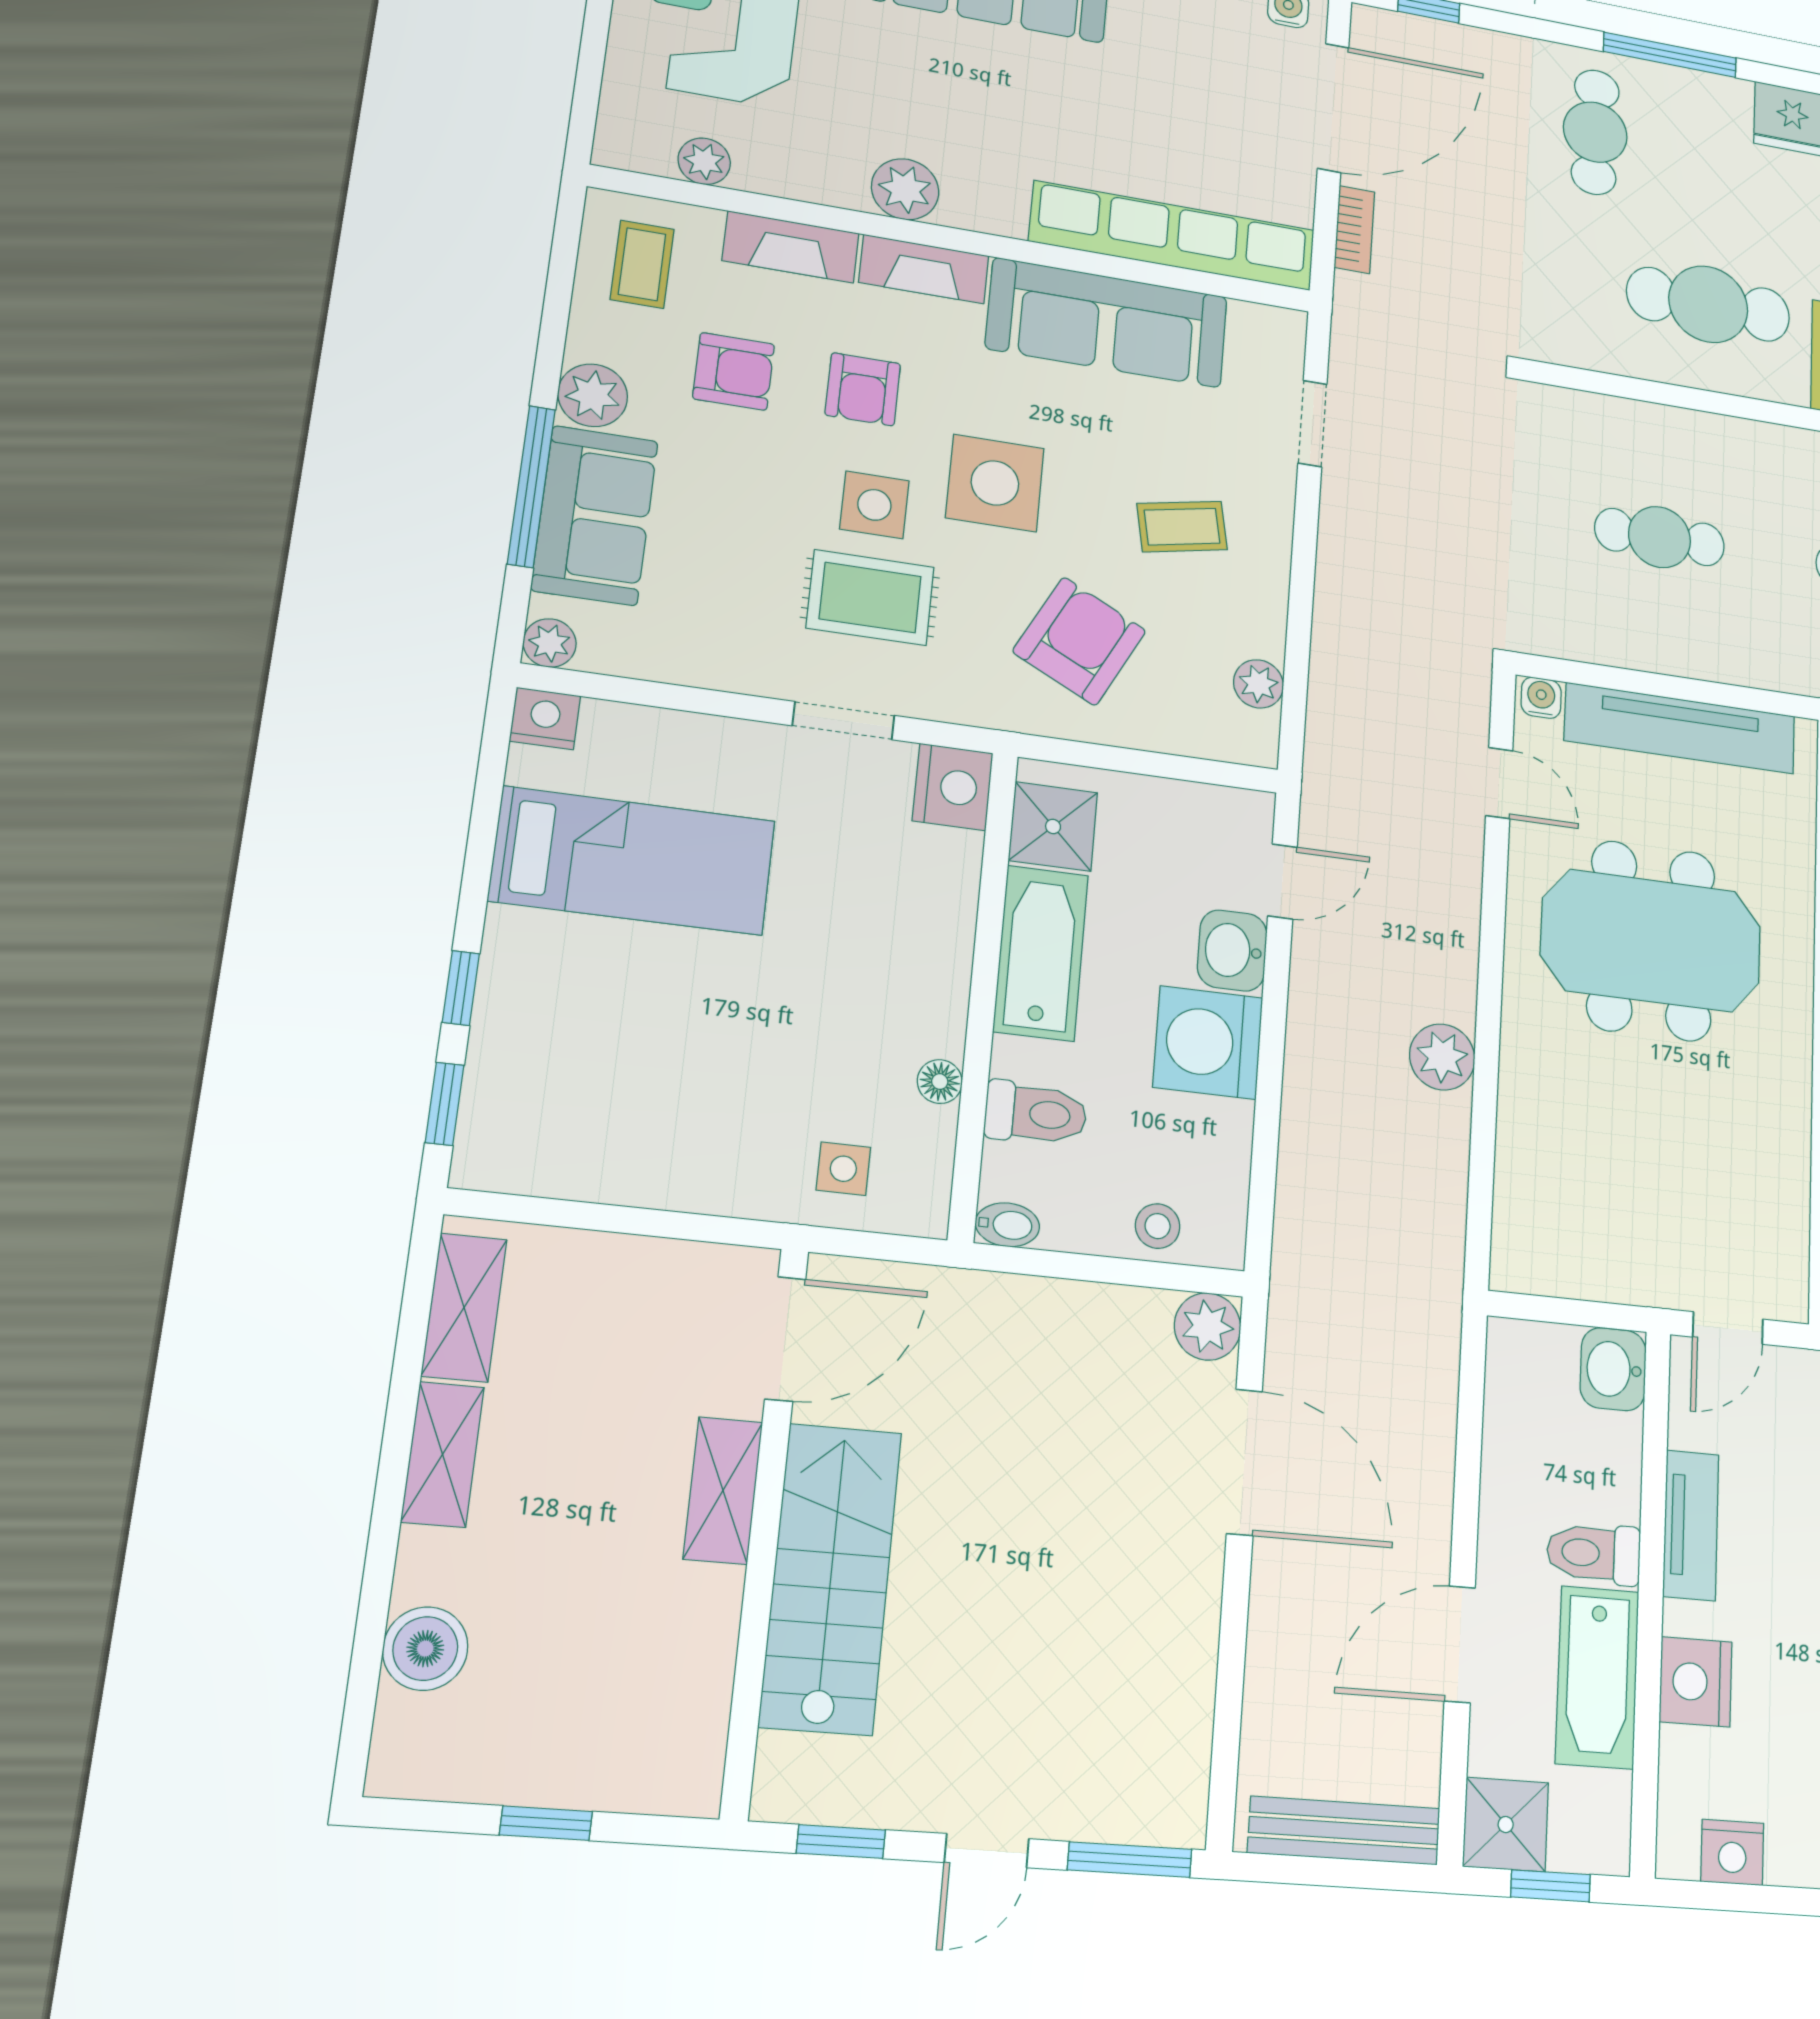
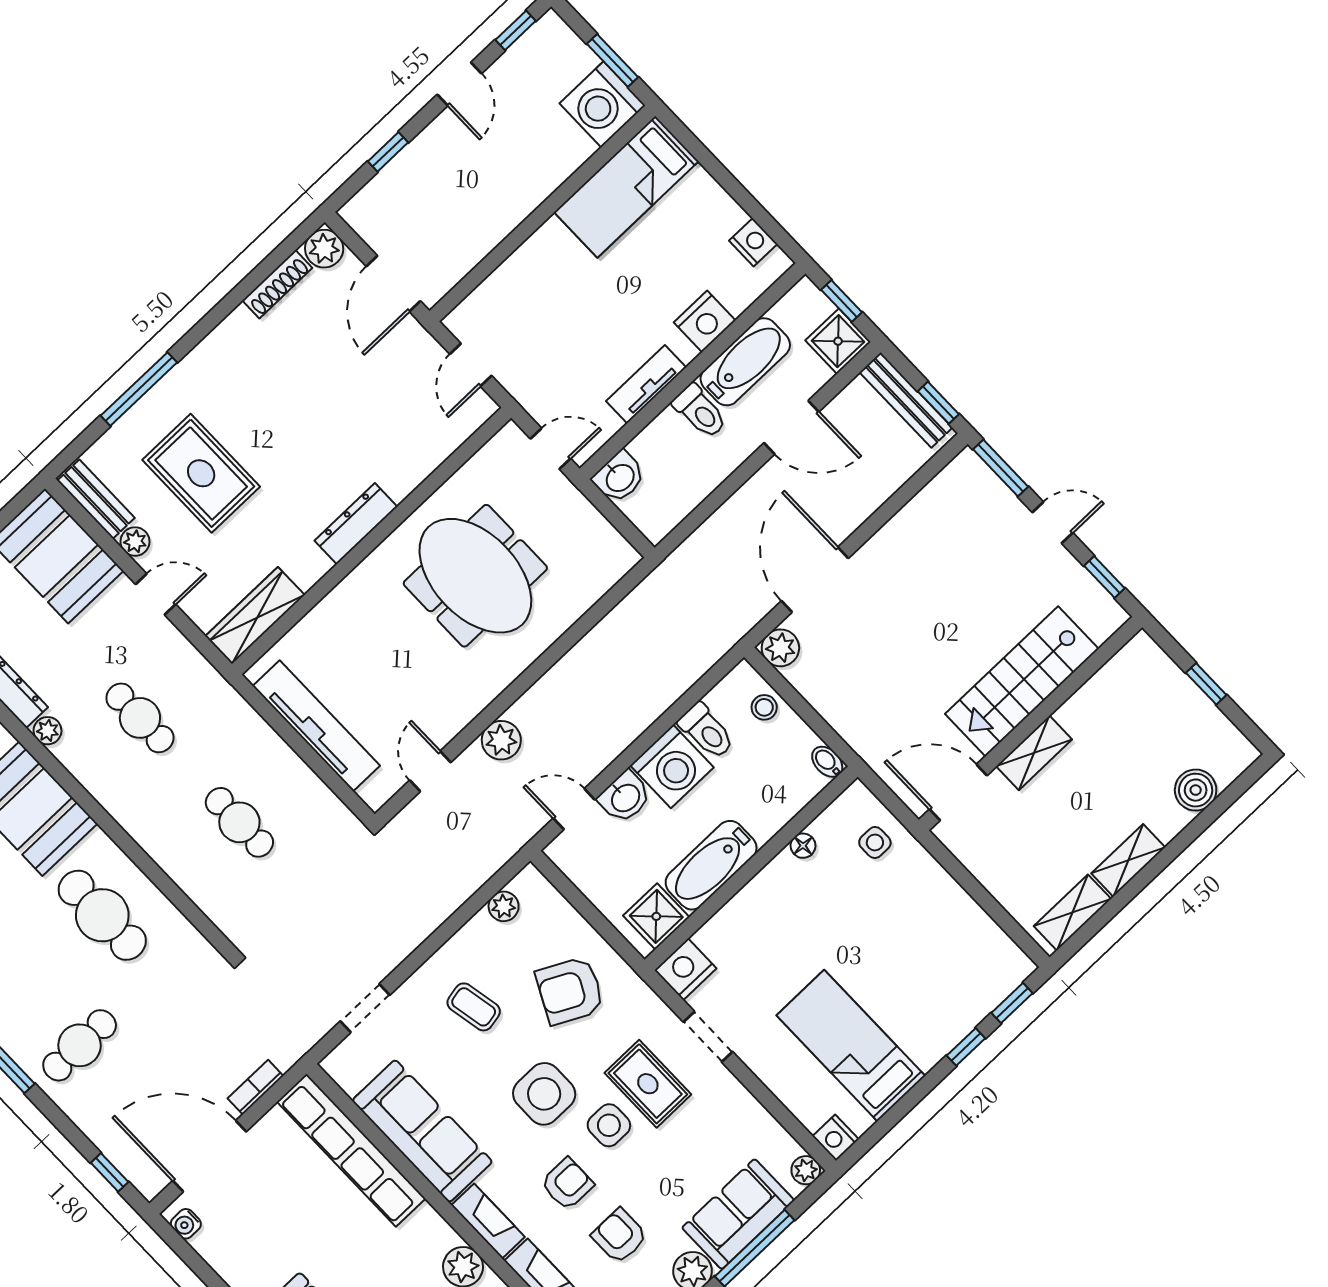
water cooler: (1541, 698) -> (372, 794), removed
meeting table: (1651, 941) -> (475, 576), moved
plant: (1442, 1057) -> (501, 740), moved
toilet: (1036, 1113) -> (707, 731), moved, turned 180
window: (1297, 1870) -> (938, 403), added

